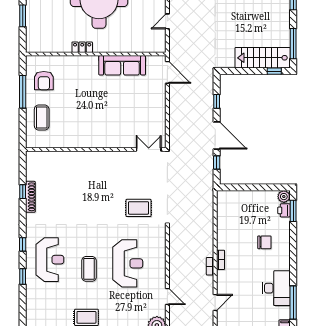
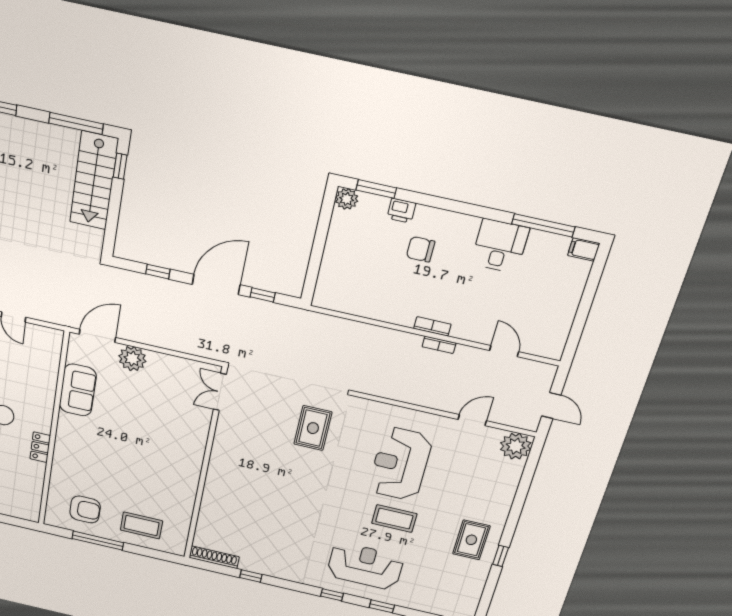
sofa: (122, 65) -> (78, 390), width x0.73
plant: (158, 95) -> (132, 359), added
shoe rack: (30, 197) -> (214, 557), moved
printer: (284, 210) -> (401, 211), moved
chair: (264, 242) -> (421, 249), turned -90
reception desk: (128, 263) -> (400, 464), turned -90
desk: (276, 288) -> (500, 246), width x0.73

